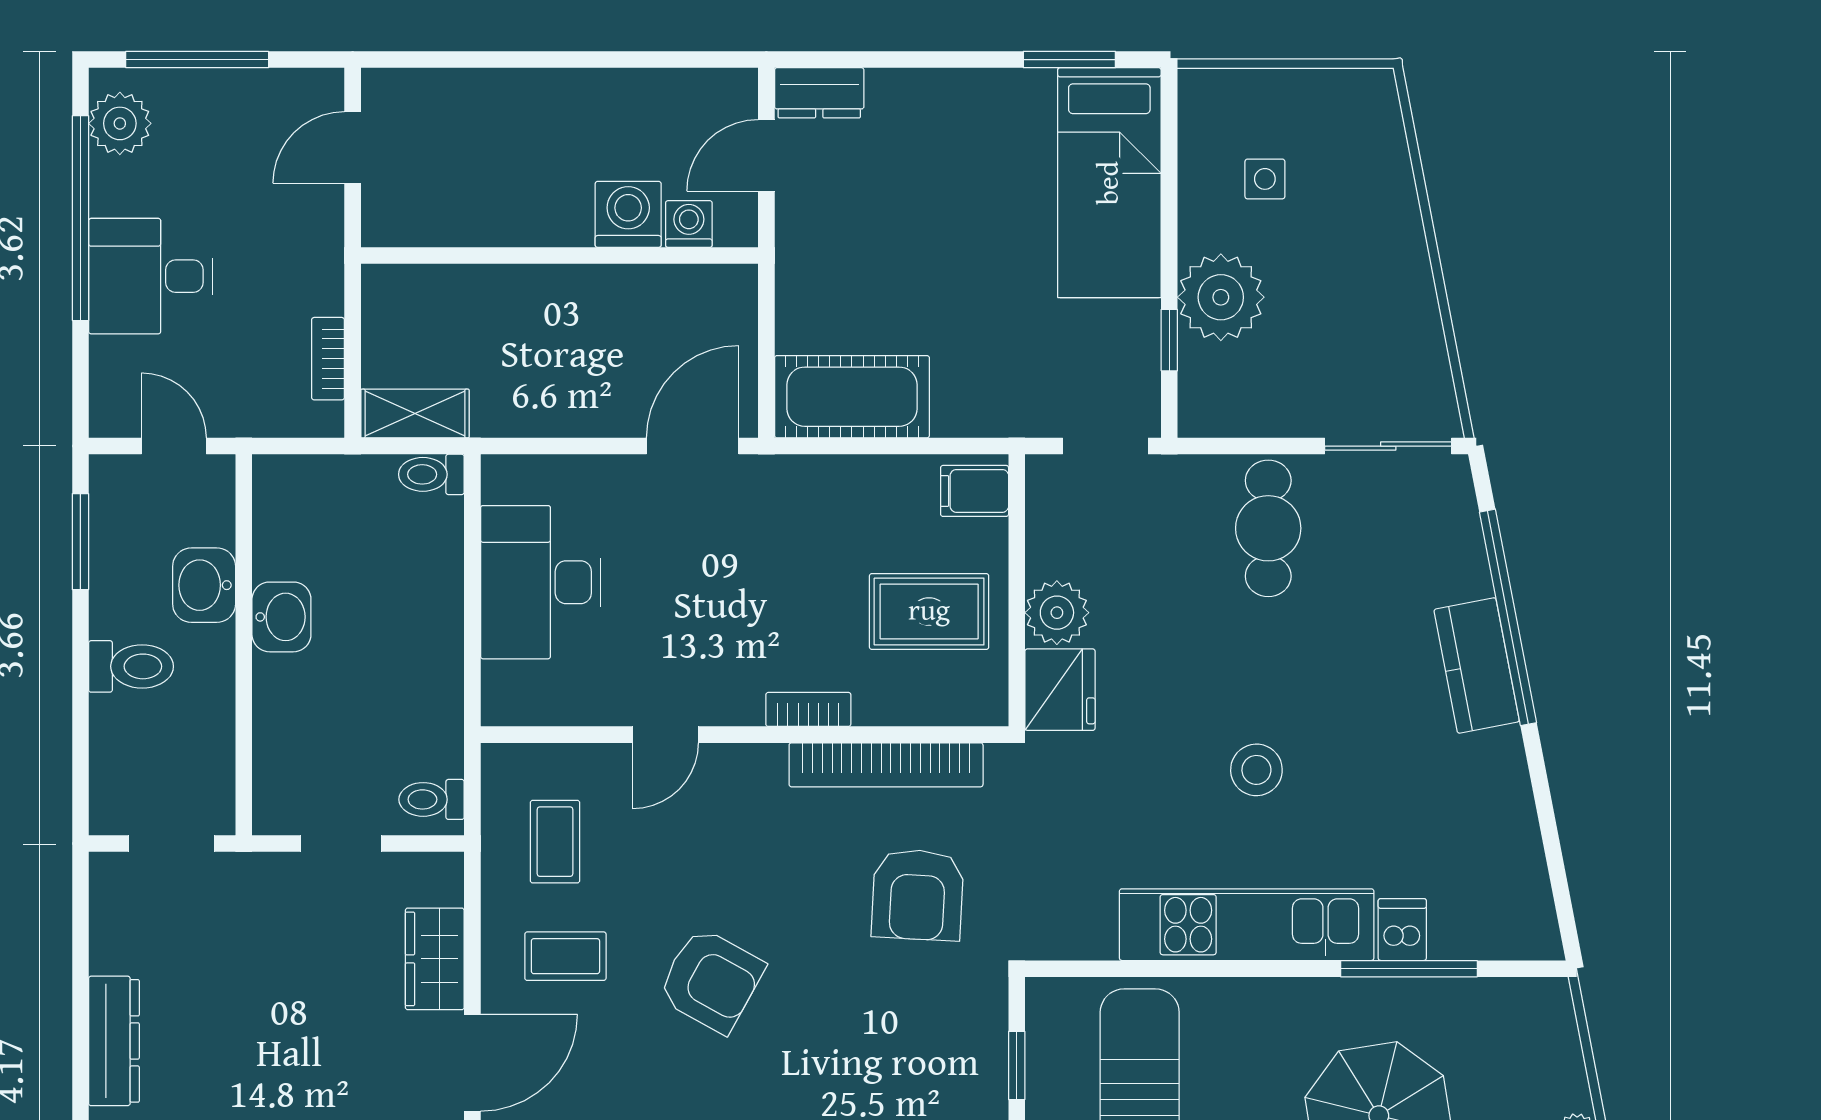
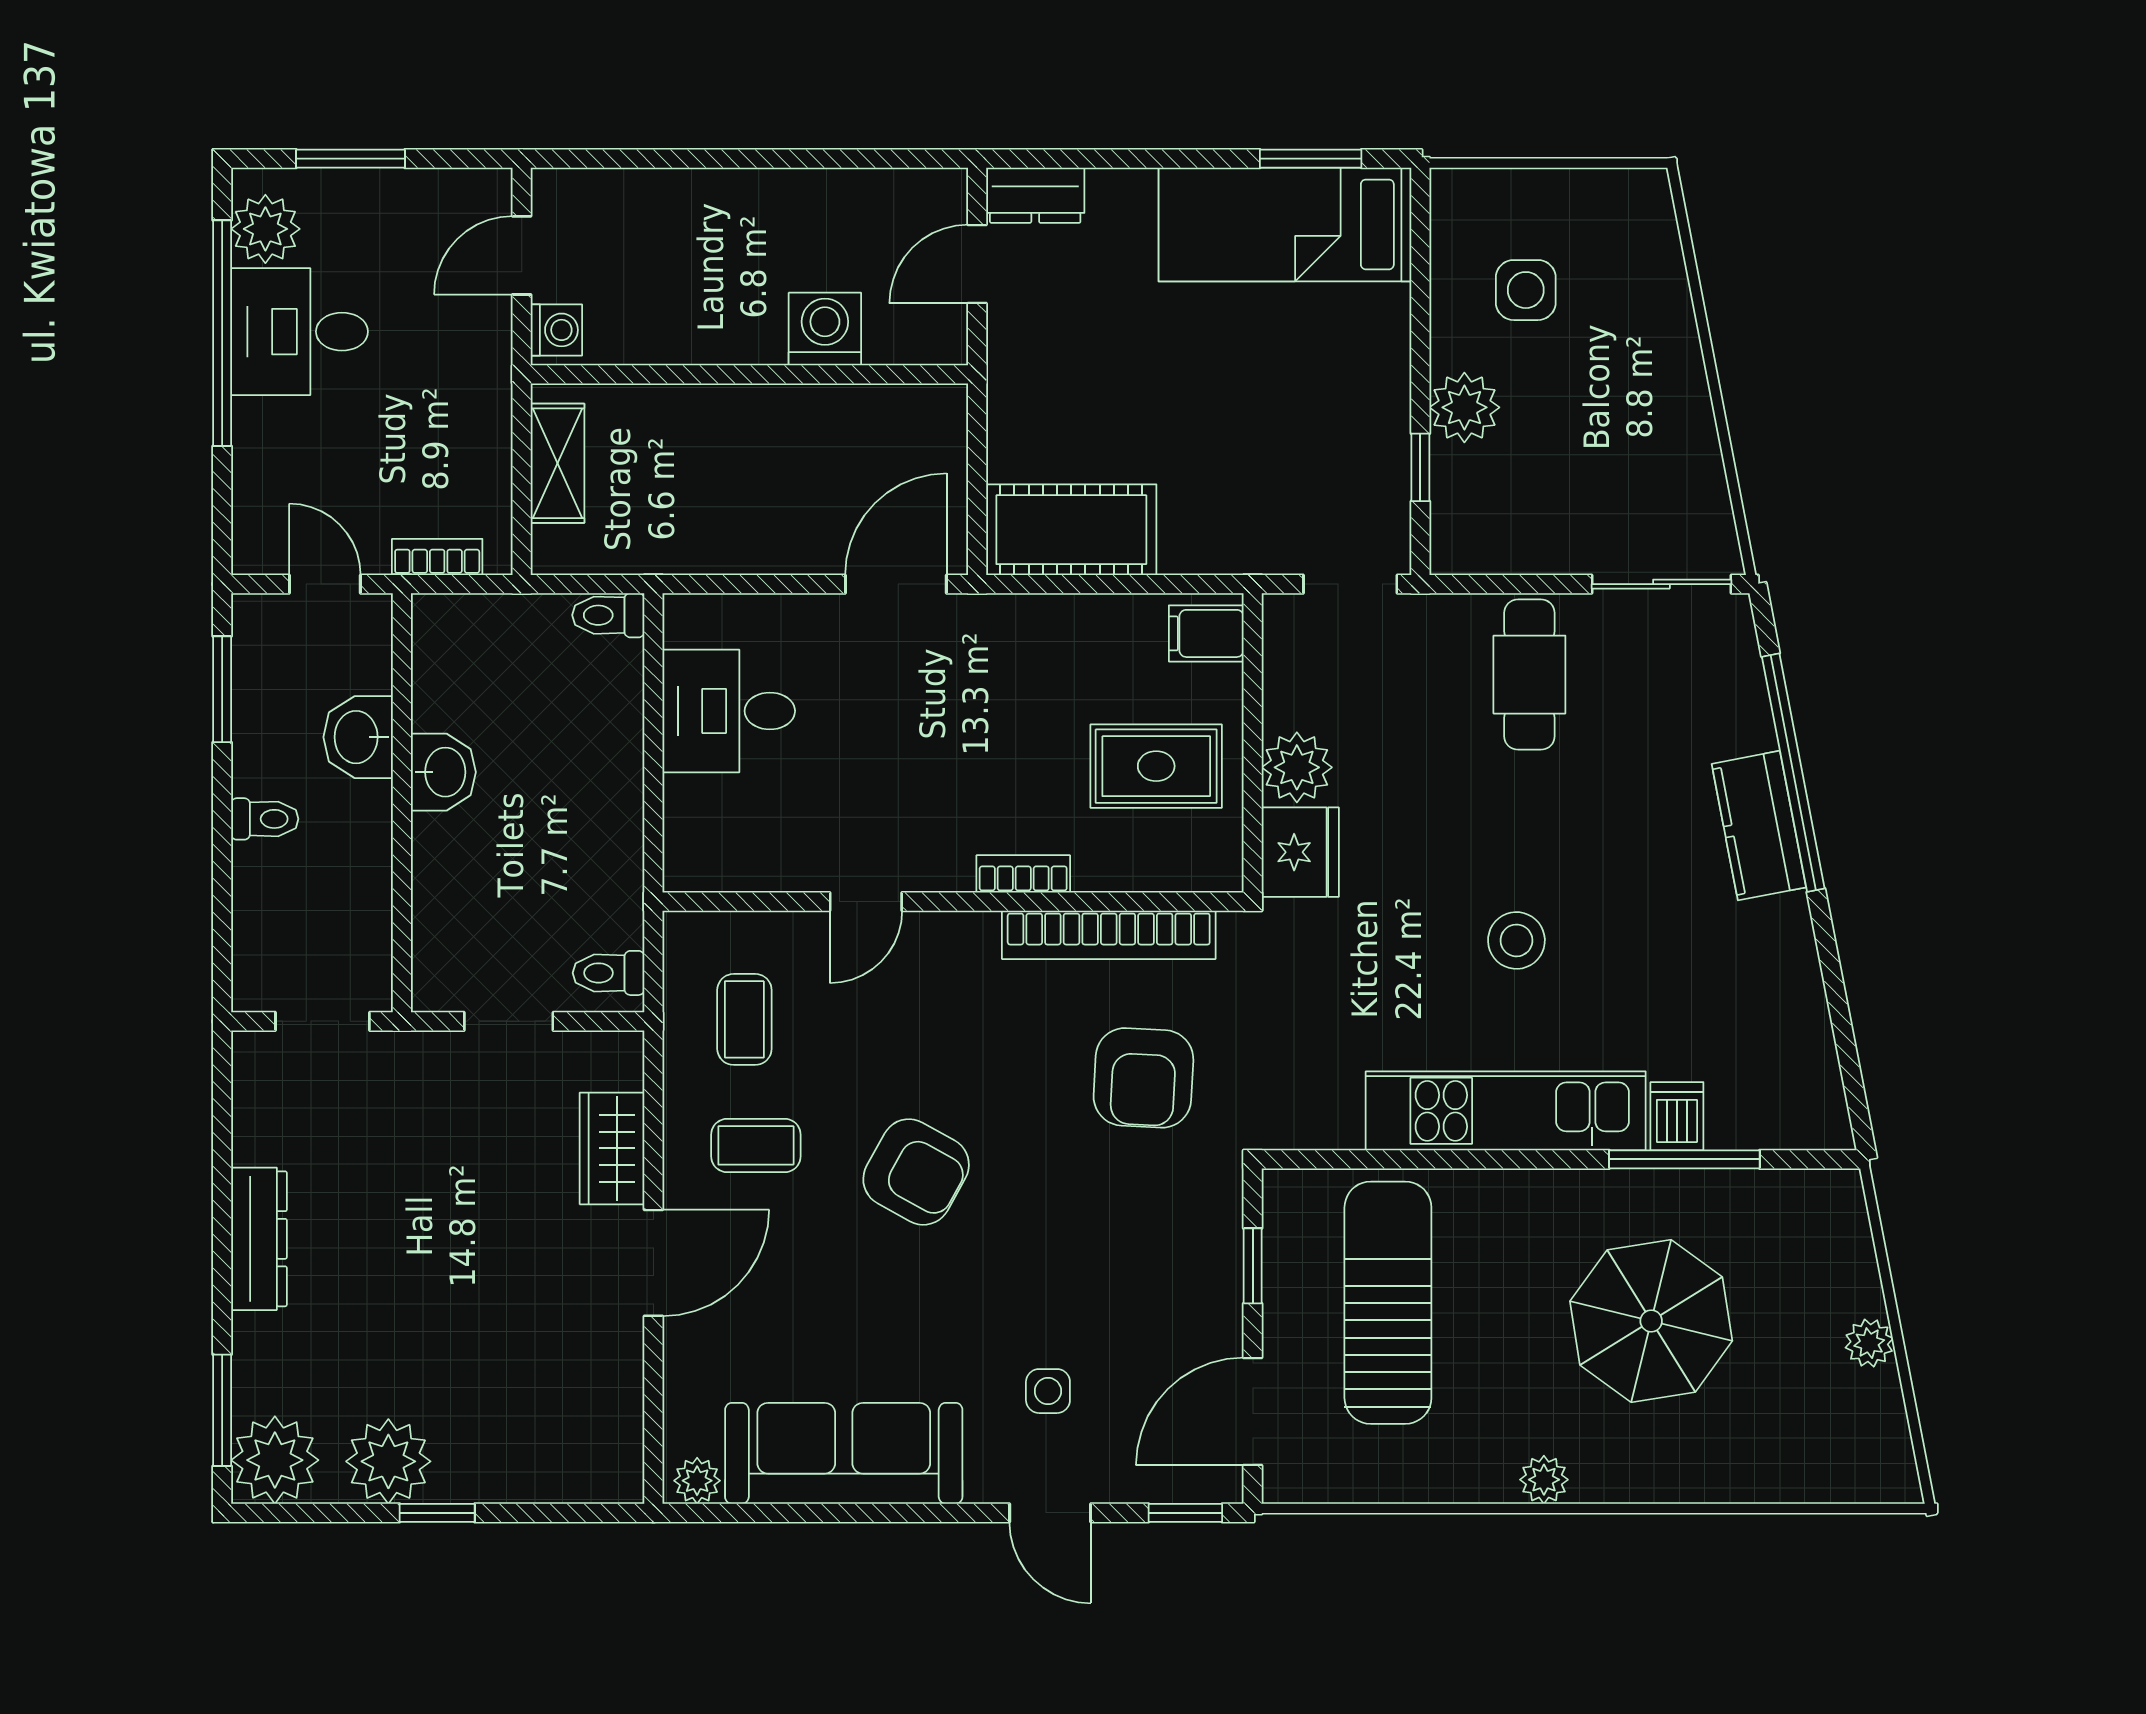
window: (197, 60) -> (351, 159), width x0.69
side table: (1265, 179) -> (1526, 290), width x1.37, depth x1.37
bed: (1109, 183) -> (1285, 224), moved, turned 90
washing machine: (689, 224) -> (556, 330), moved, turned 90
desk: (151, 276) -> (300, 332), moved
plant: (1221, 297) -> (1464, 407), width x0.73, depth x0.73
bookcase: (328, 359) -> (437, 557), moved, turned 90
shelving: (415, 414) -> (557, 463), moved, turned 90
desk: (541, 582) -> (729, 711), width x0.73
toilet: (131, 666) -> (265, 819), width x0.73, depth x0.72

